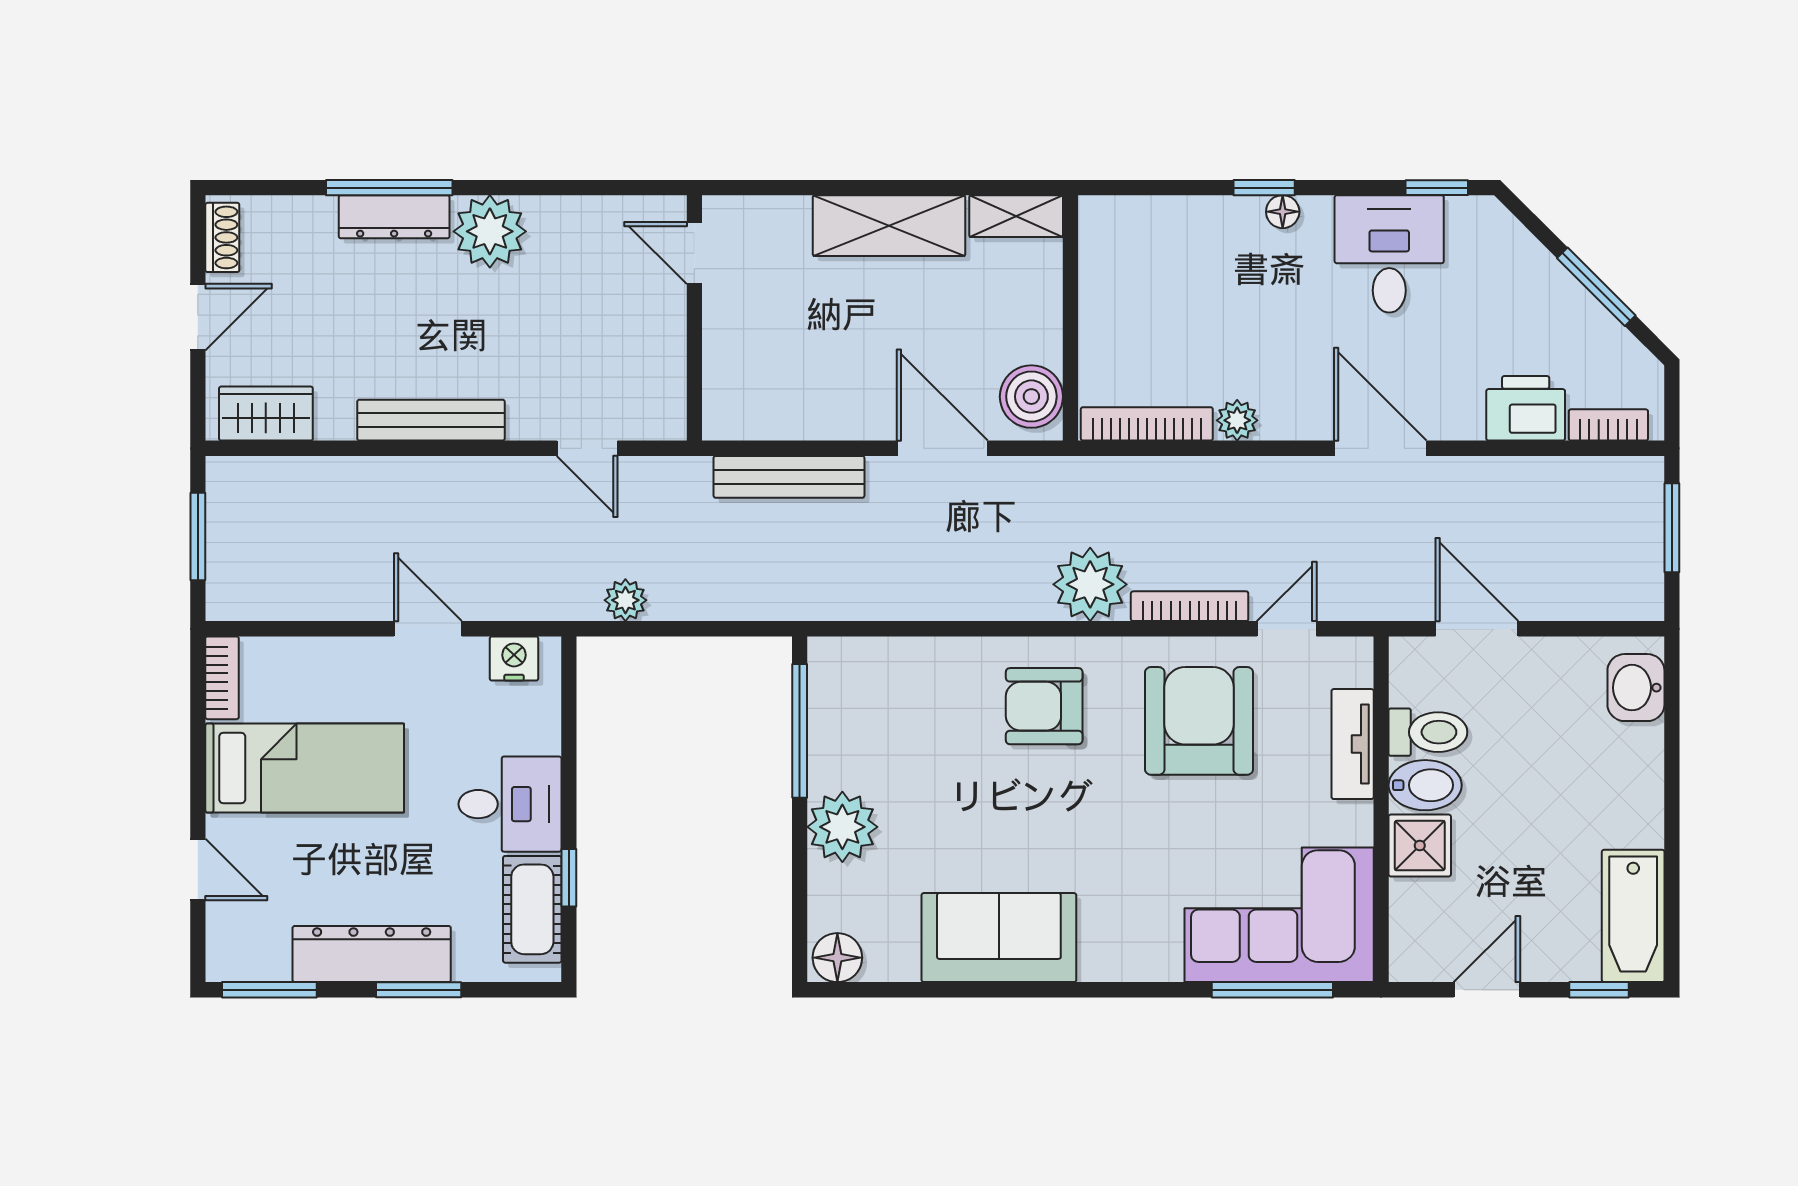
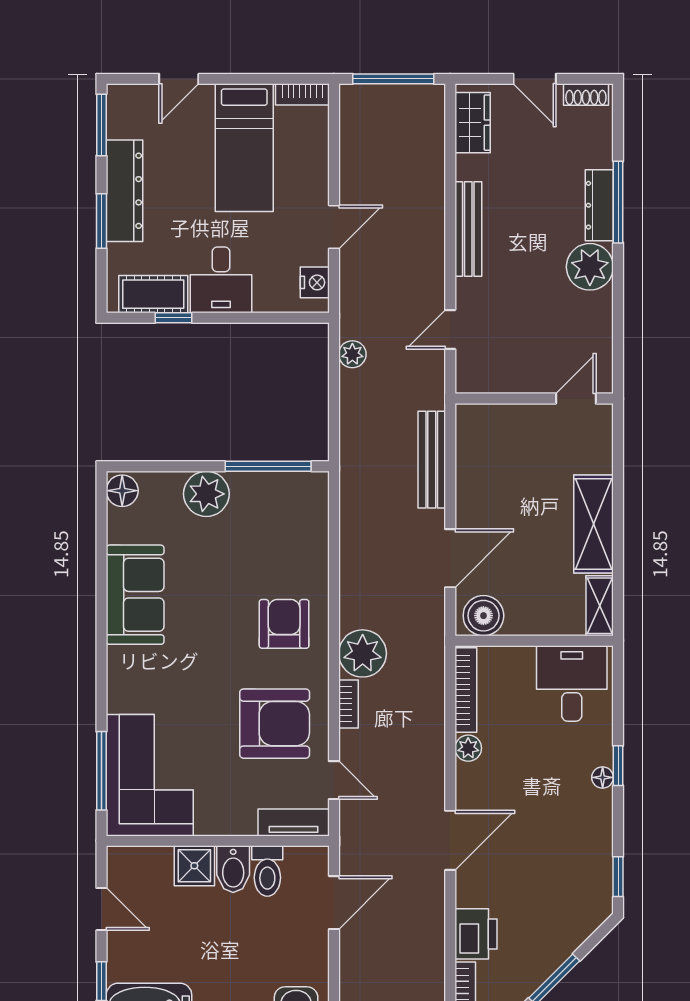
desk: (1389, 254) -> (572, 683), moved, turned -90
window: (198, 537) -> (393, 79), width x1.44
bookcase: (1190, 606) -> (348, 704), width x0.64
tv unit: (1353, 744) -> (294, 823), moved

